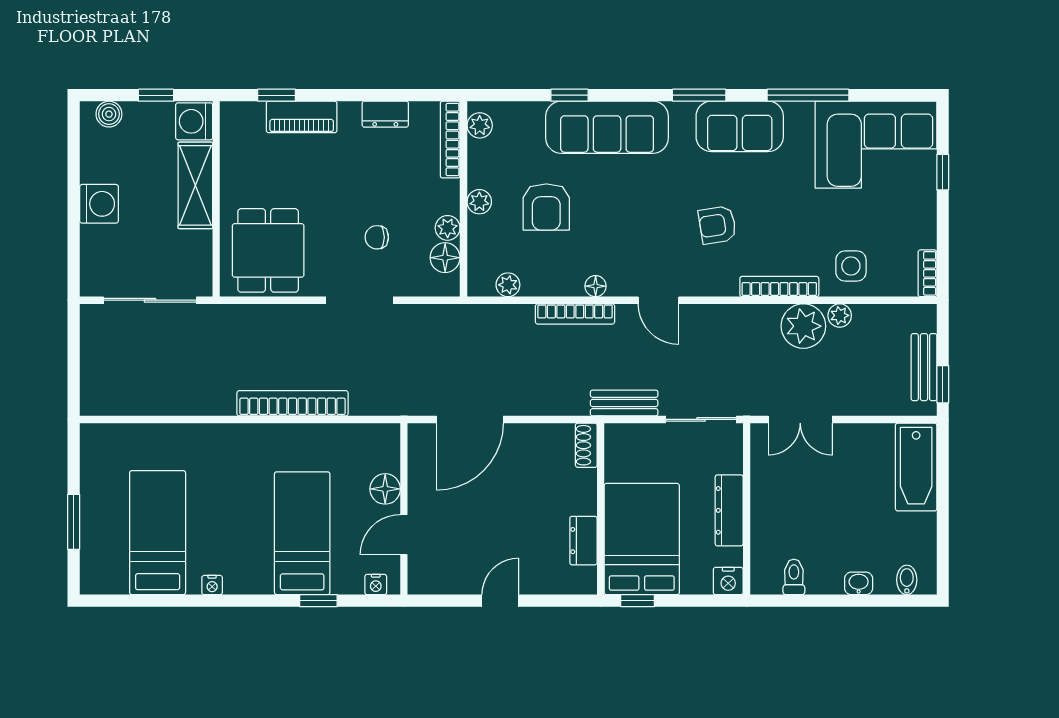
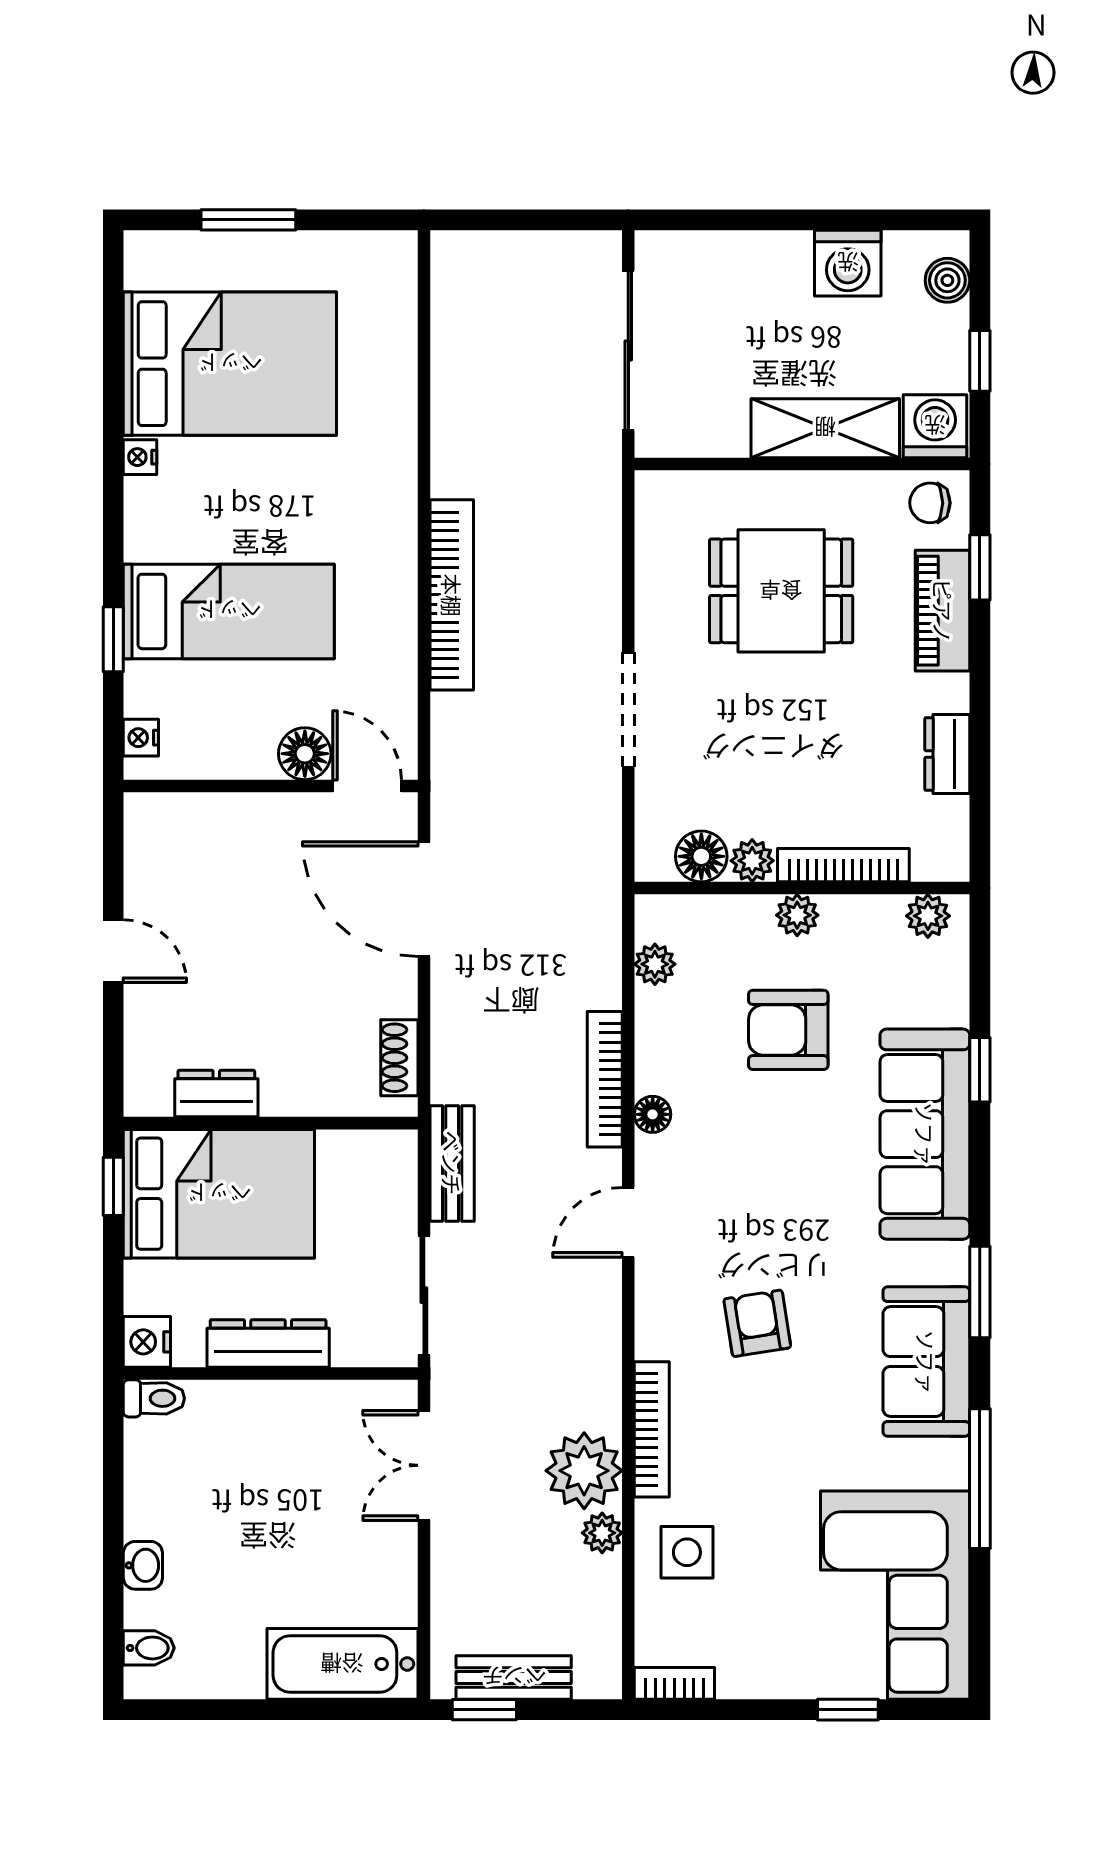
bookcase: (450, 140) -> (843, 865), moved
washing machine: (99, 204) -> (848, 263), moved
chair: (377, 237) -> (930, 503), moved, turned -90
dining table: (268, 250) -> (781, 591), moved
shoe rack: (586, 445) -> (399, 1058), moved, turned -90
bed: (158, 533) -> (230, 364), width x1.50
door: (404, 535) -> (367, 786), moved
toilet: (794, 577) -> (154, 1398), moved

